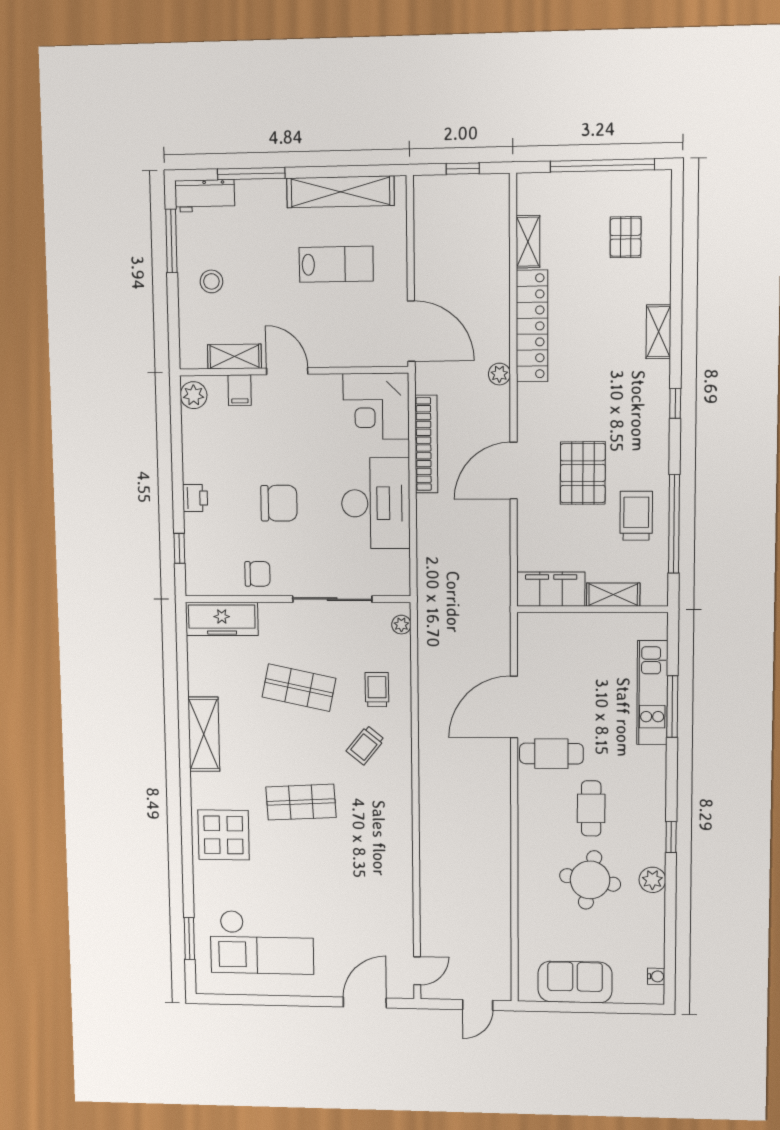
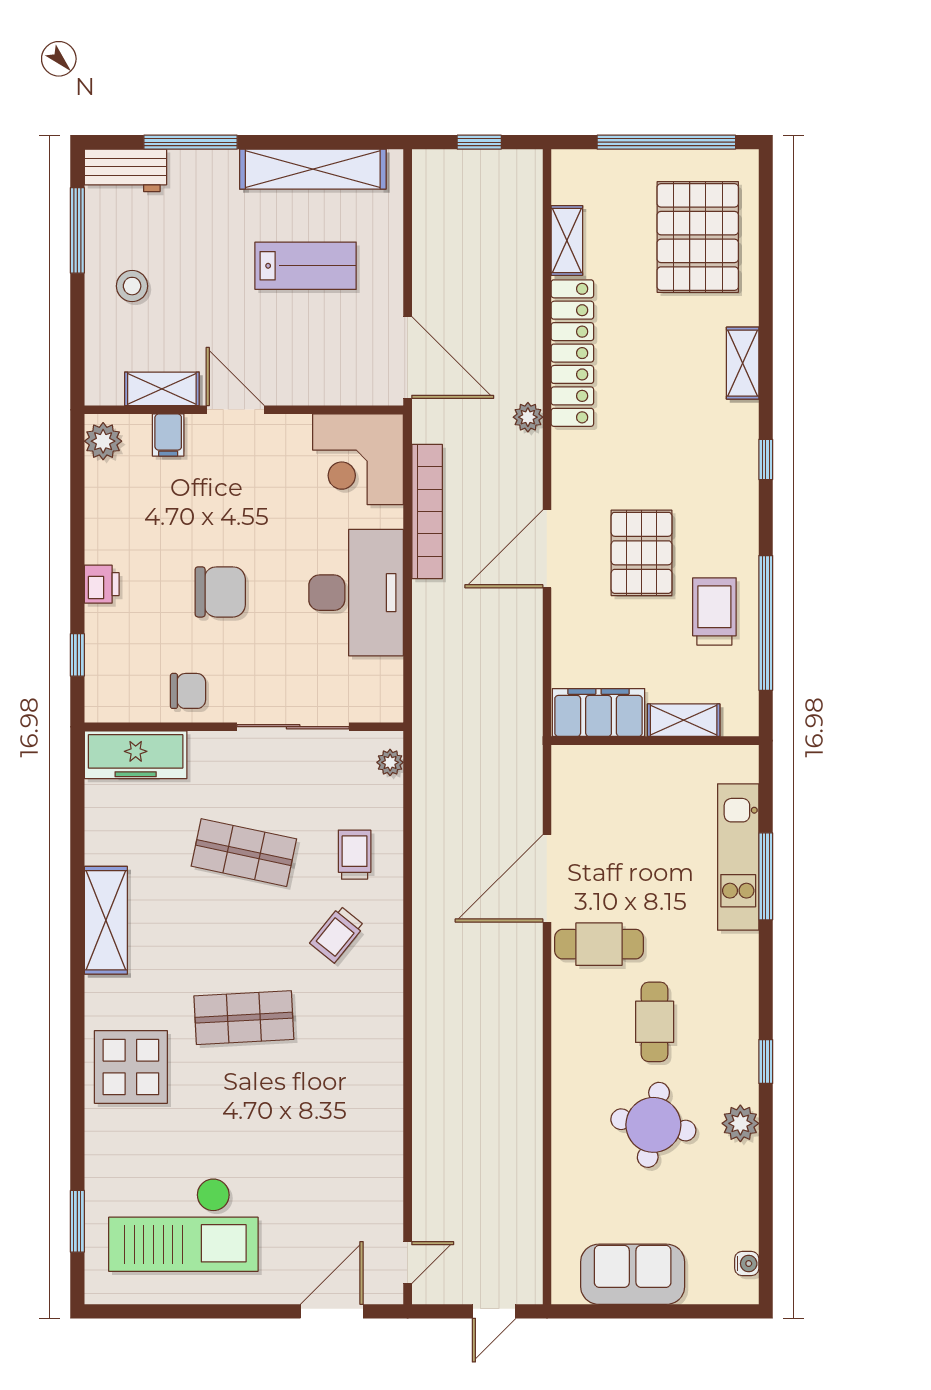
pallet: (626, 237) -> (698, 237), width x2.05, depth x2.00

